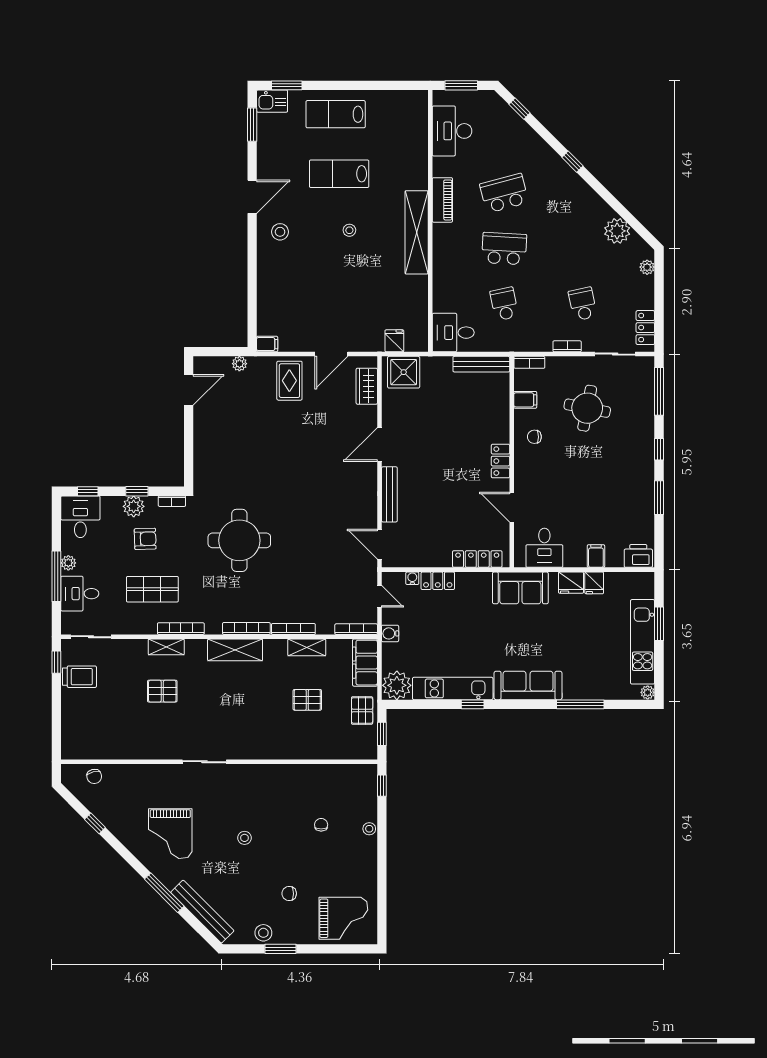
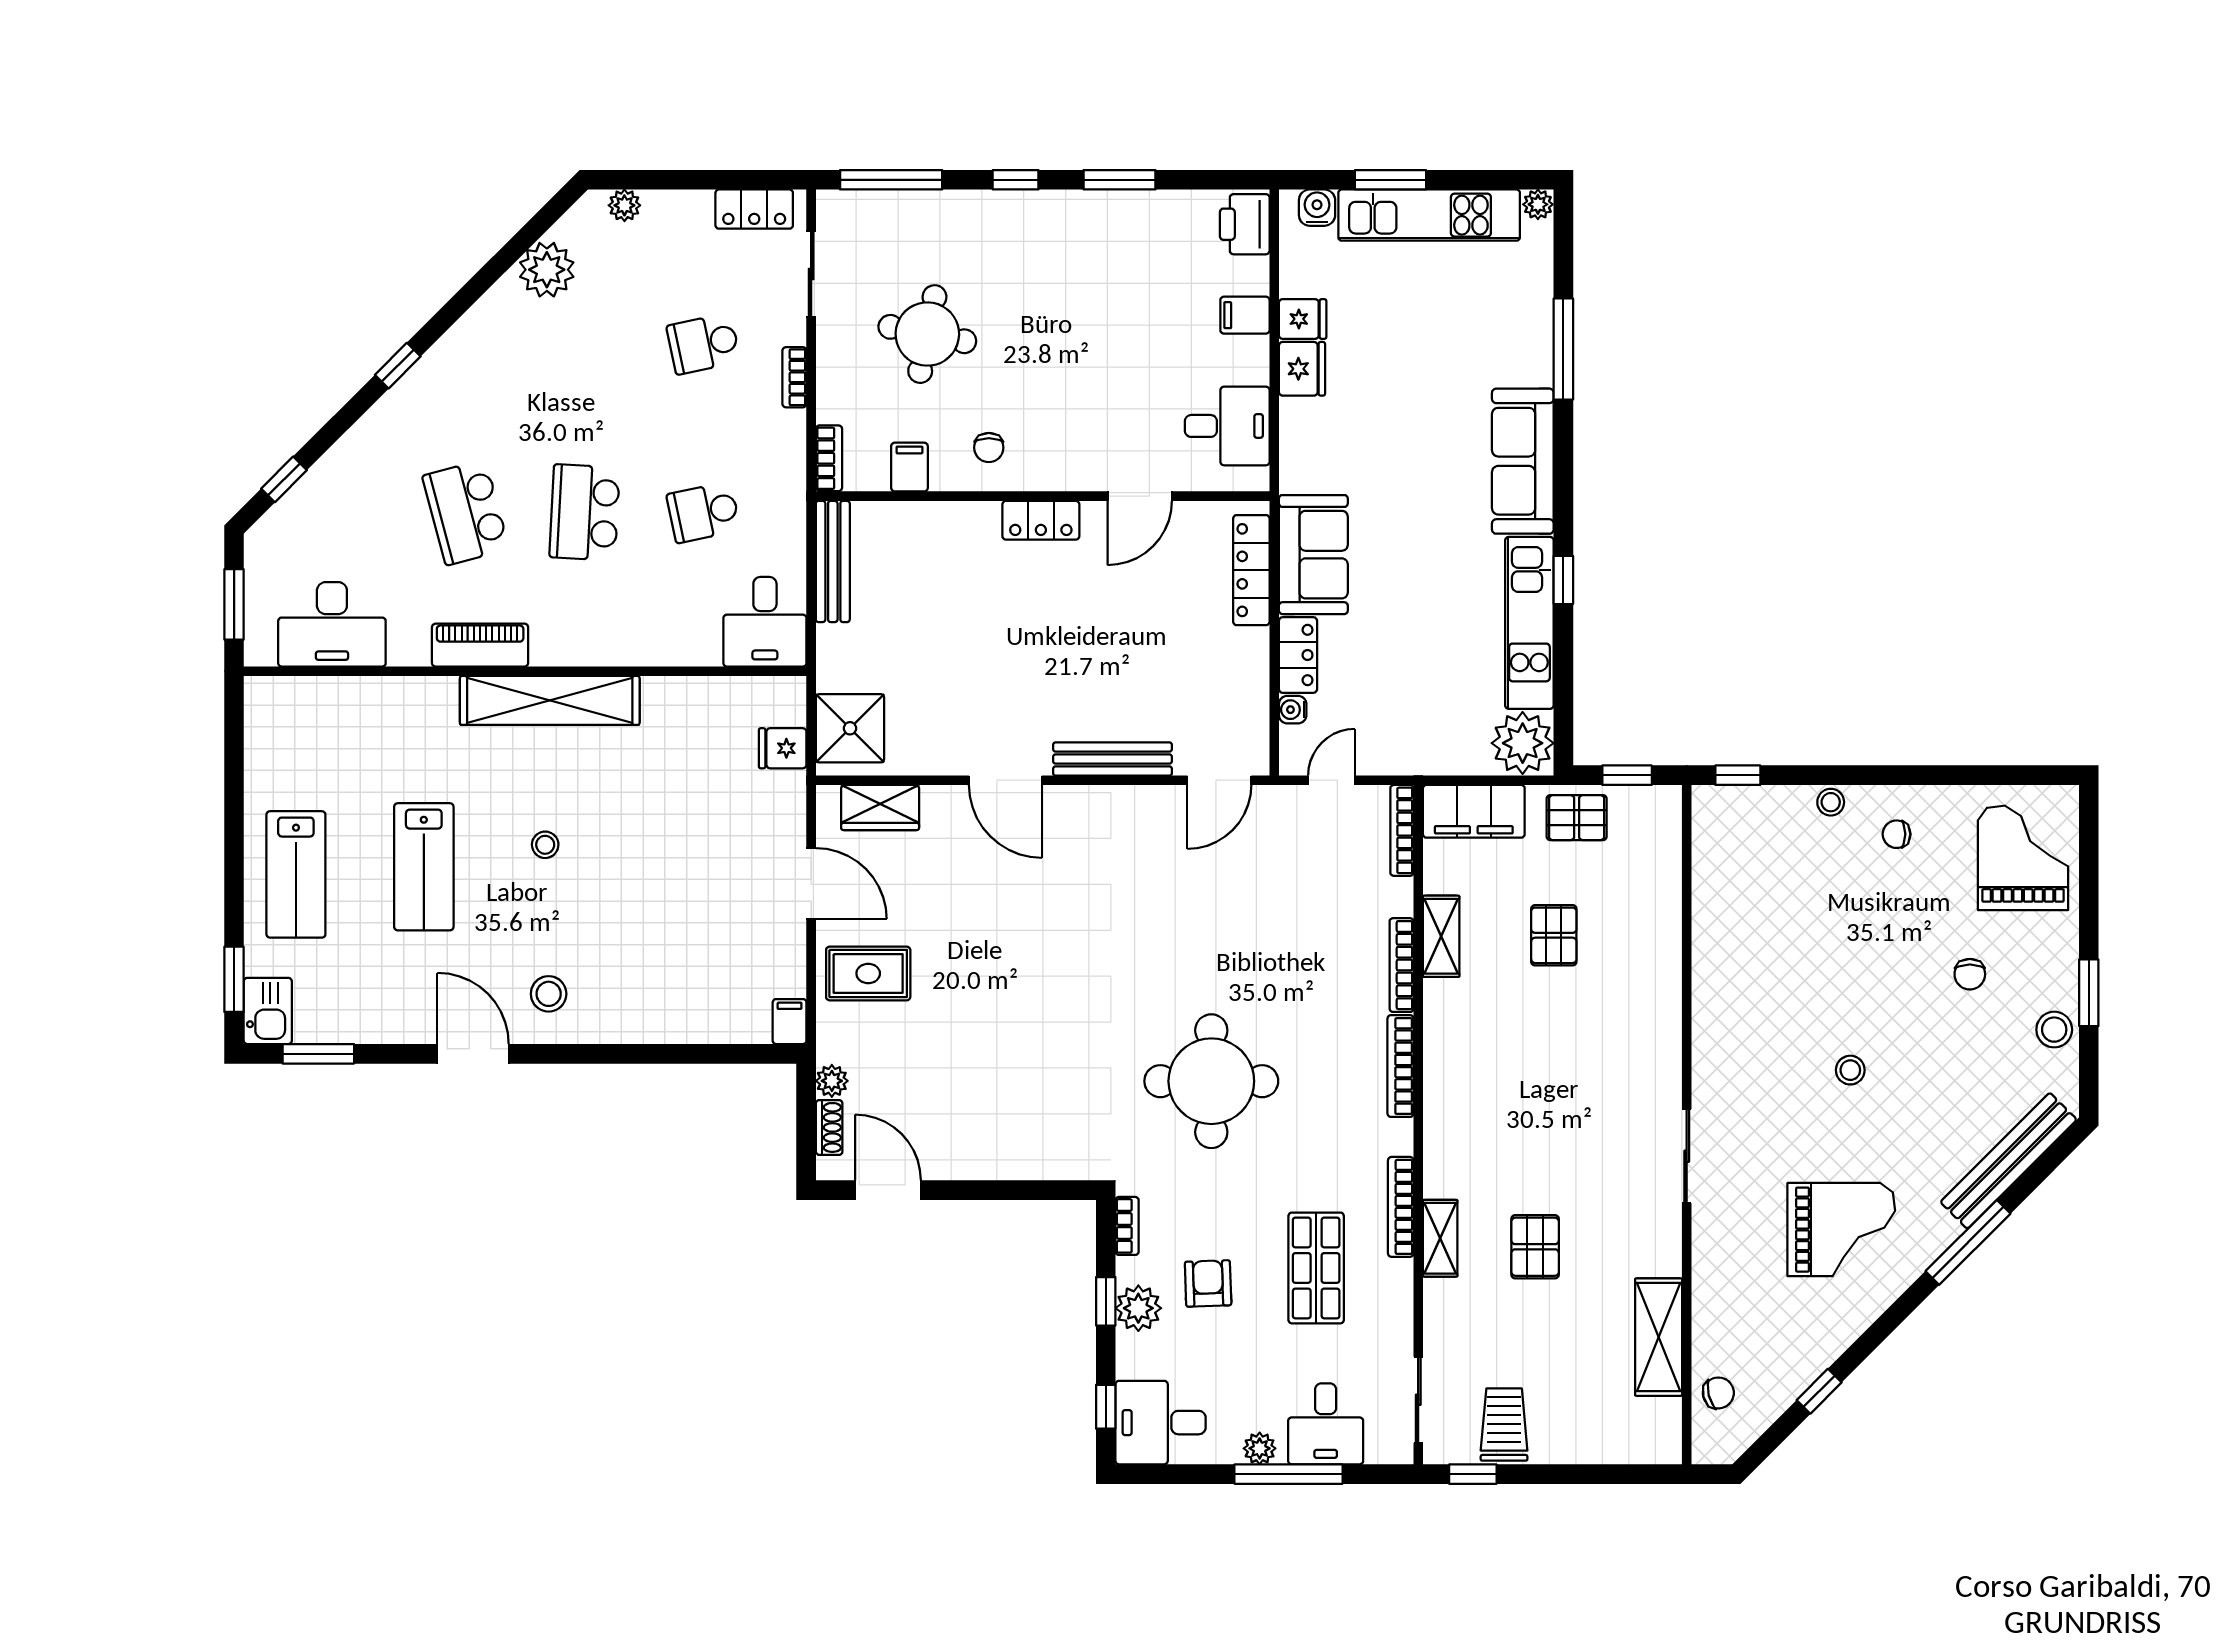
shoe rack: (218, 362) -> (829, 1127), added
sofa: (520, 588) -> (1313, 555), moved
water cooler: (390, 633) -> (1317, 208), moved, turned 180
shelving: (235, 650) -> (1659, 1337), moved
chair: (321, 825) -> (1897, 834), moved

